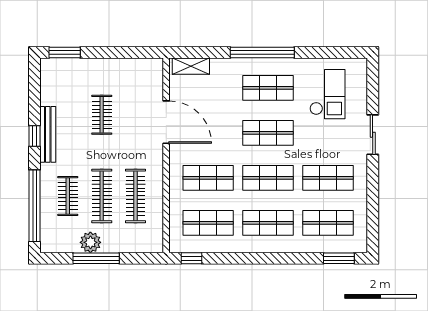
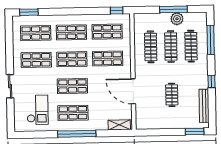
checkout: (327, 94) -> (38, 110), turned 180
bench: (48, 134) -> (204, 106), moved
clothes rail: (68, 196) -> (191, 46), width x1.36
window: (35, 206) -> (211, 40), width x0.68

